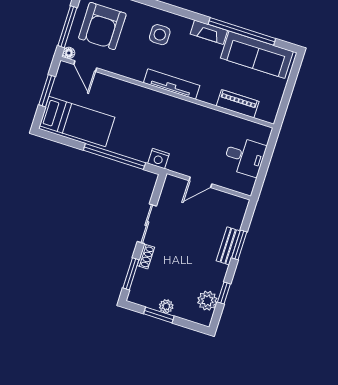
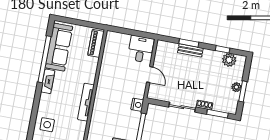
side table: (160, 35) -> (47, 125), moved
piano: (238, 104) -> (96, 43), moved
desk: (245, 156) -> (141, 49), moved

